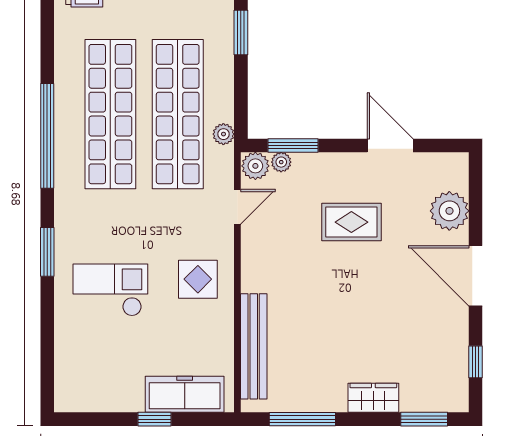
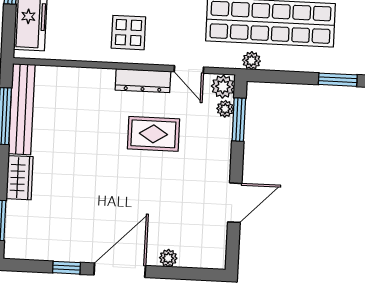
plant: (449, 211) -> (168, 258), width x0.53, depth x0.53
rug: (351, 222) -> (153, 134), moved, turned 90
dresser: (253, 260) -> (143, 81), added
bench: (254, 346) -> (22, 109), moved, turned 90
window: (476, 362) -> (66, 268), moved

